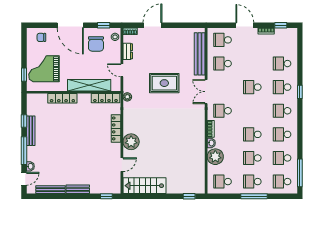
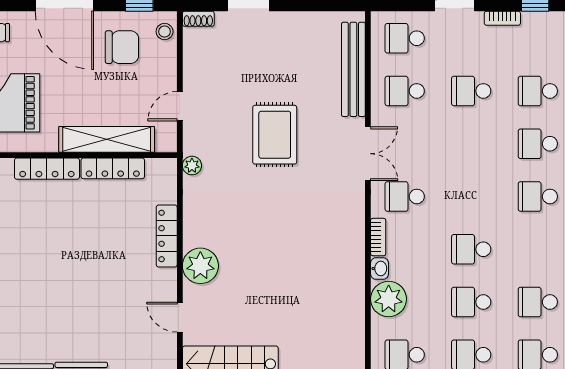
chair: (96, 44) -> (122, 47), turned -90
dresser: (128, 51) -> (193, 64), removed
door: (122, 70) -> (180, 106), hinge flipped
rug: (164, 83) -> (275, 135), turned 90
school desk: (252, 87) -> (471, 91), moved
double door: (206, 92) -> (368, 154), swing flipped
locker: (105, 98) -> (113, 168), moved
school desk: (282, 134) -> (538, 249), removed
door: (122, 165) -> (180, 317), swing flipped

